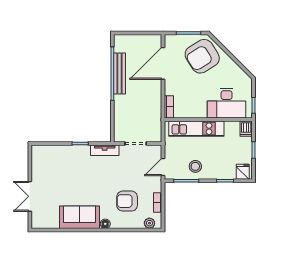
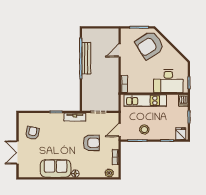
door: (163, 63) -> (120, 50), width x0.53
armchair: (49, 171) -> (32, 133), added
armchair: (127, 201) -> (91, 143), moved, turned 180

